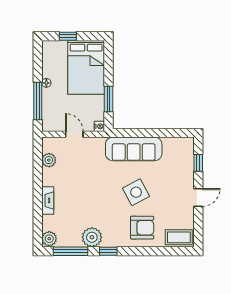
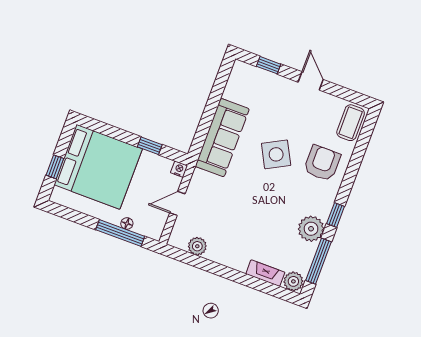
bed: (86, 67) -> (98, 167), width x1.36
floor lamp: (46, 83) -> (127, 224), moved
window: (108, 99) -> (150, 146), width x0.67
fireplace: (48, 200) -> (265, 273), moved

